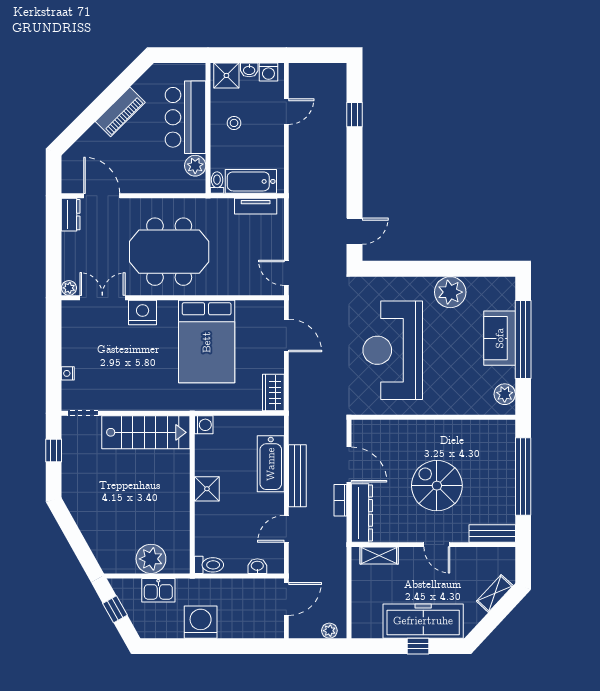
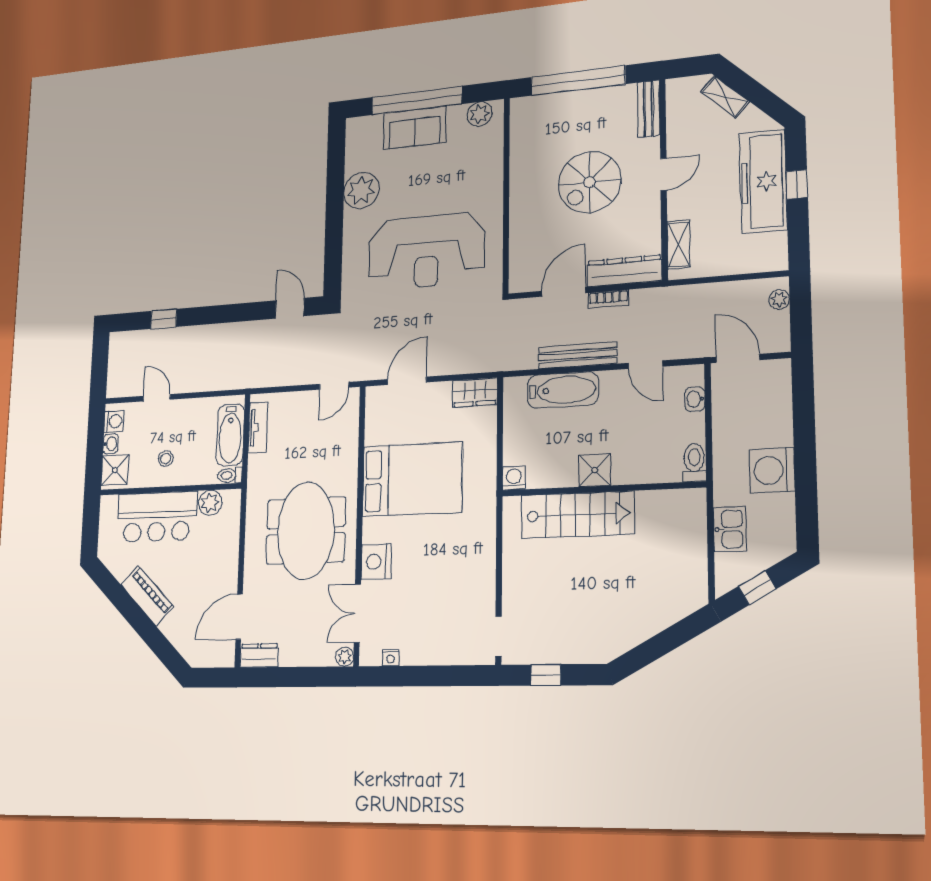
nightstand: (68, 373) -> (391, 658), moved
stairs: (146, 432) -> (577, 515), moved, turned 90
plant: (151, 559) -> (688, 541), removed

